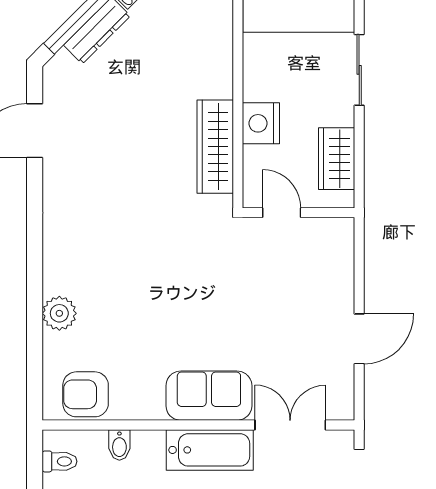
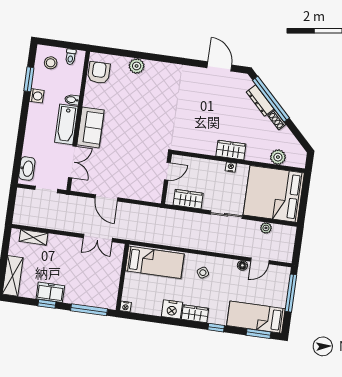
nightstand: (261, 123) -> (231, 167), moved, width x0.53, depth x0.56
wardrobe: (215, 147) -> (231, 150), moved, width x0.67
bidet: (119, 445) -> (72, 100), moved

